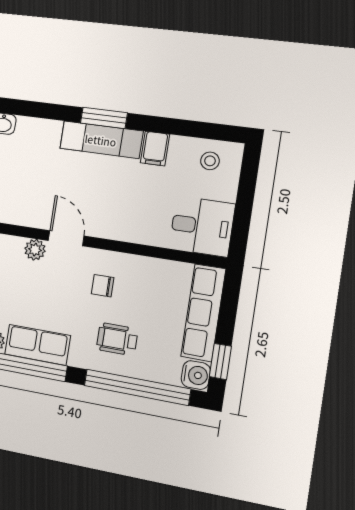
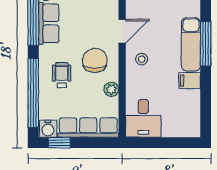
window: (104, 118) -> (206, 44), width x1.44
stool: (210, 161) -> (142, 59), moved
plant: (35, 250) -> (111, 89), moved
chair: (103, 286) -> (95, 60), width x1.87, depth x1.87

